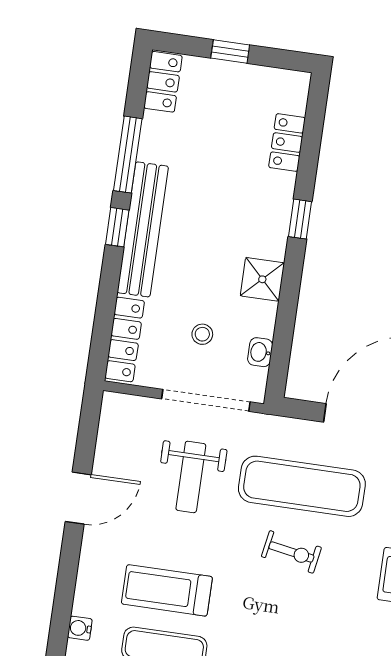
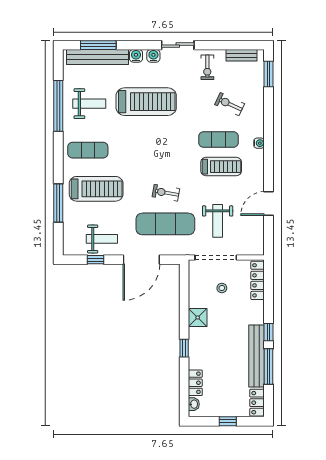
bench: (143, 229) -> (257, 356), moved
washbasin: (260, 352) -> (194, 404), moved
weight bench: (191, 477) -> (218, 221), turned 180

